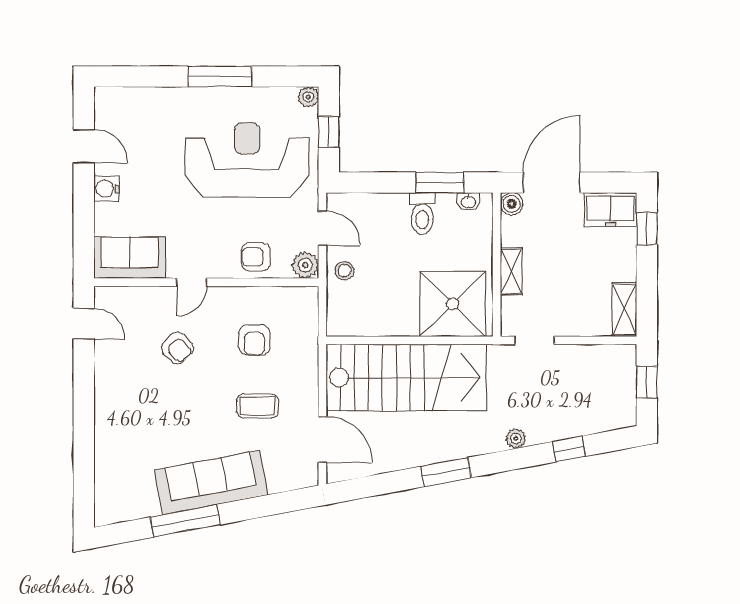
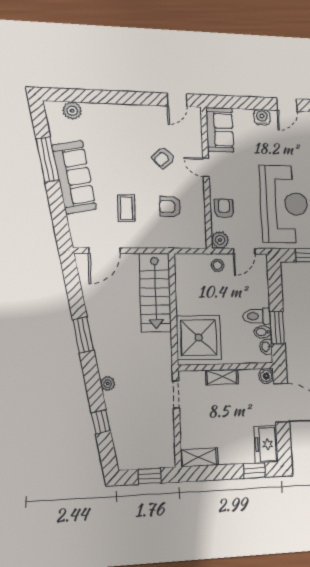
bidet: (446, 206) -> (263, 332), added
stairs: (406, 377) -> (155, 292), width x0.73, depth x0.66
plant: (108, 484) -> (72, 111), added

